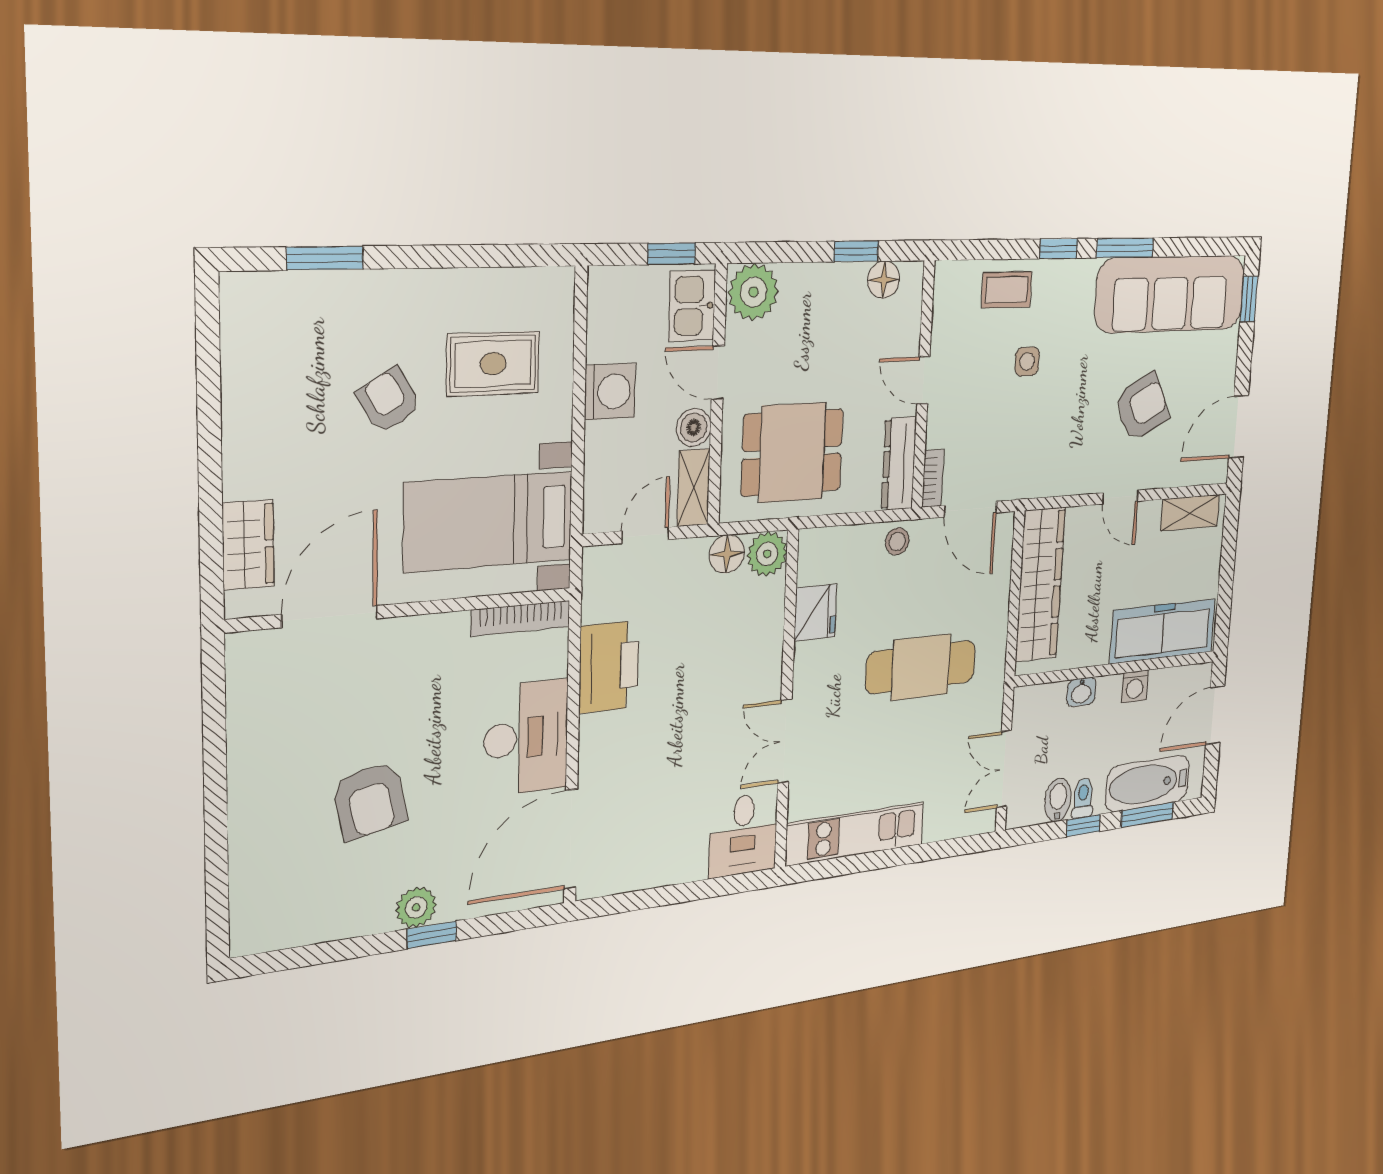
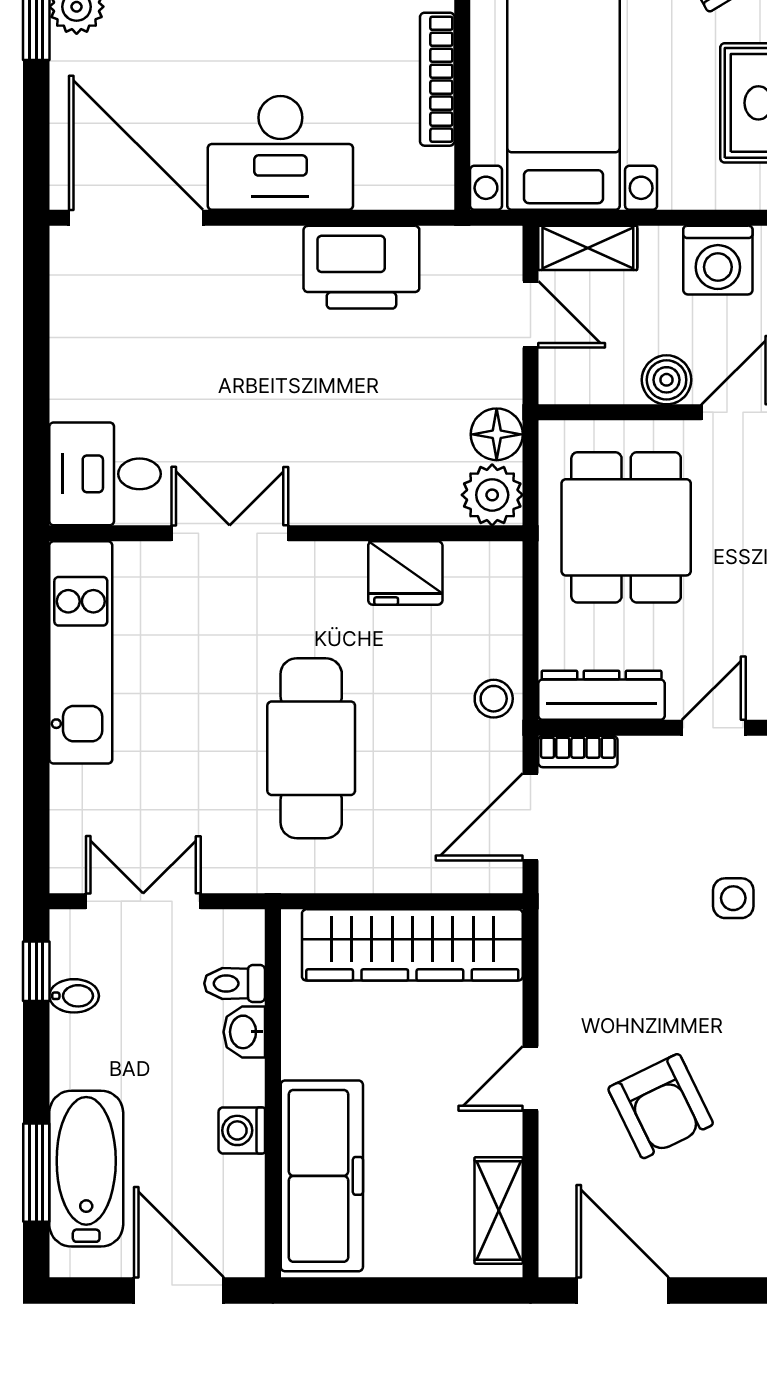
shelving: (694, 488) -> (588, 248), moved
bookcase: (521, 618) -> (437, 79), moved
toilet: (1083, 798) -> (235, 983), moved, turned 180
bidet: (1058, 800) -> (74, 996), width x0.72, depth x0.74
window: (1083, 826) -> (36, 971), moved

